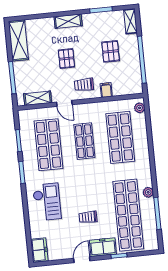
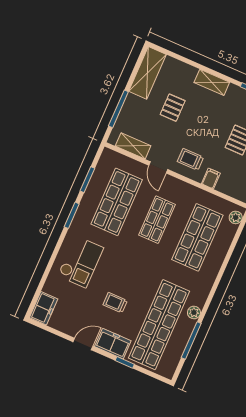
pallet: (66, 59) -> (173, 108), moved

